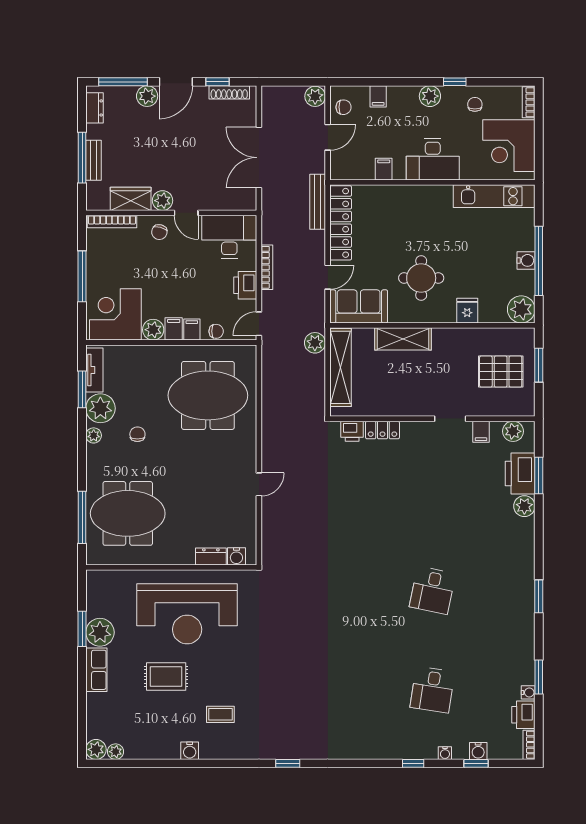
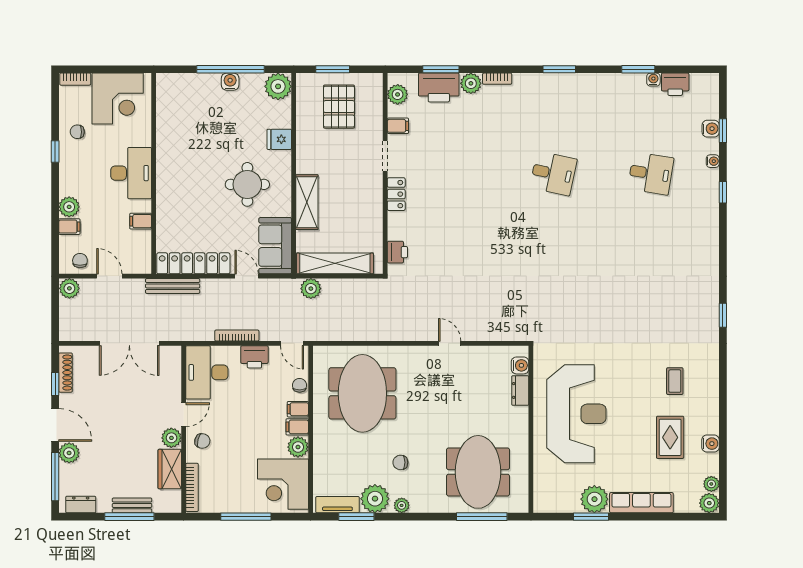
plant: (430, 96) -> (69, 207), moved
kitchen unit: (494, 196) -> (167, 113), removed
locker: (382, 430) -> (396, 194), moved
row of seats: (96, 670) -> (641, 503), width x1.48
rug: (166, 676) -> (670, 437), moved
bookcase: (529, 745) -> (497, 79), moved
water cooler: (190, 751) -> (710, 444), moved

